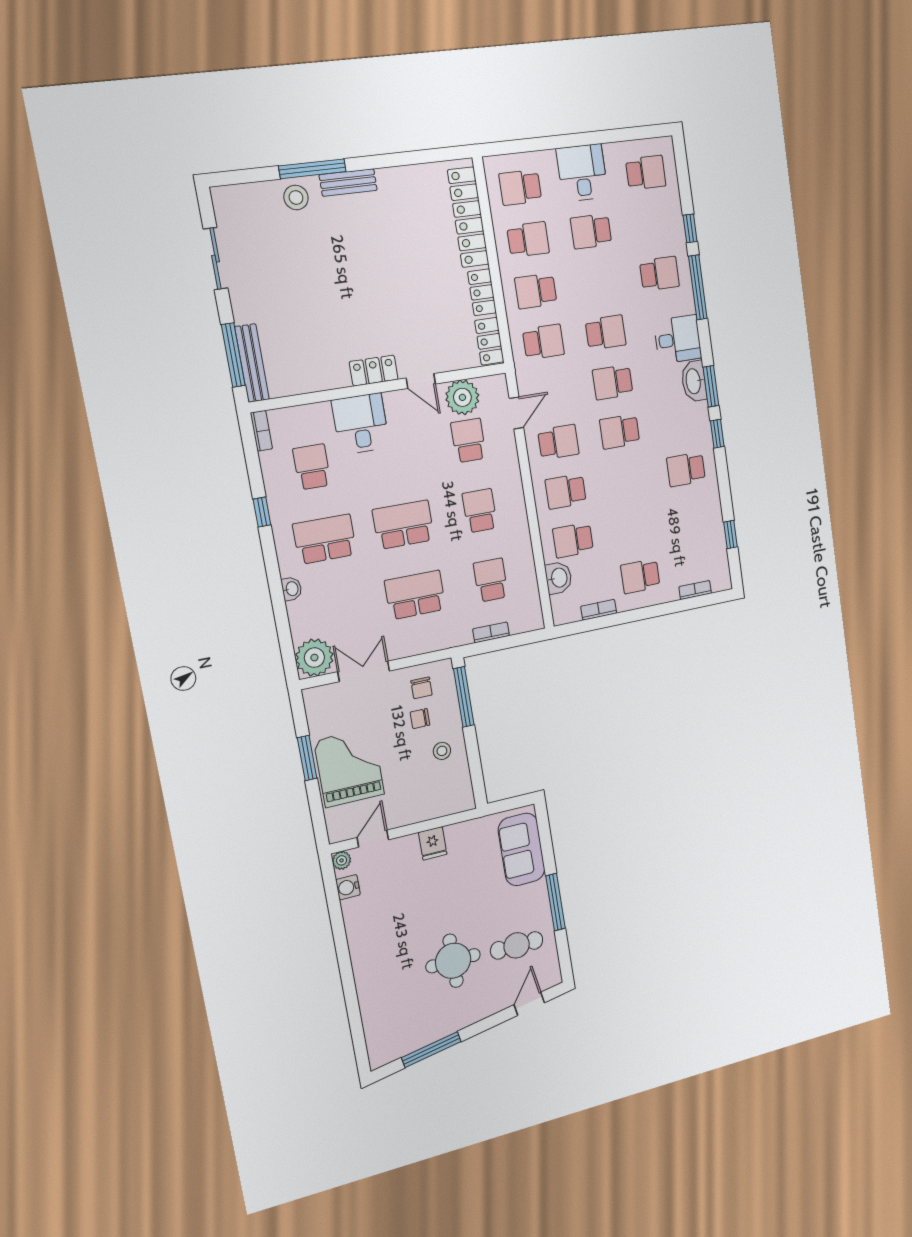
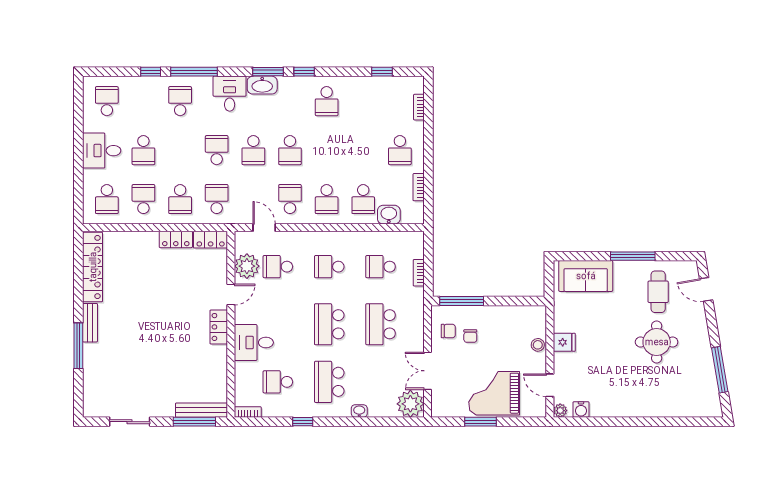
stool: (296, 197) -> (96, 360), removed
locker: (468, 217) -> (93, 267), moved, turned -90
stool: (442, 751) -> (538, 345), moved

